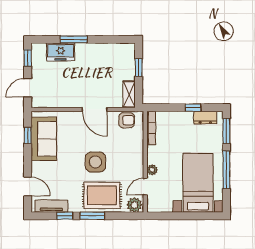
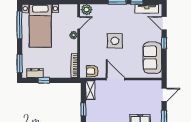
window: (28, 135) -> (164, 43), moved
window: (226, 170) -> (20, 25), moved
rug: (102, 195) -> (110, 17), removed

